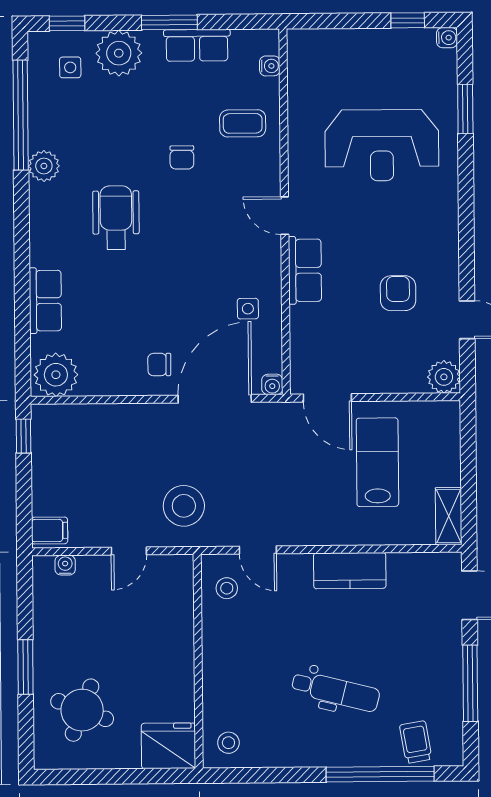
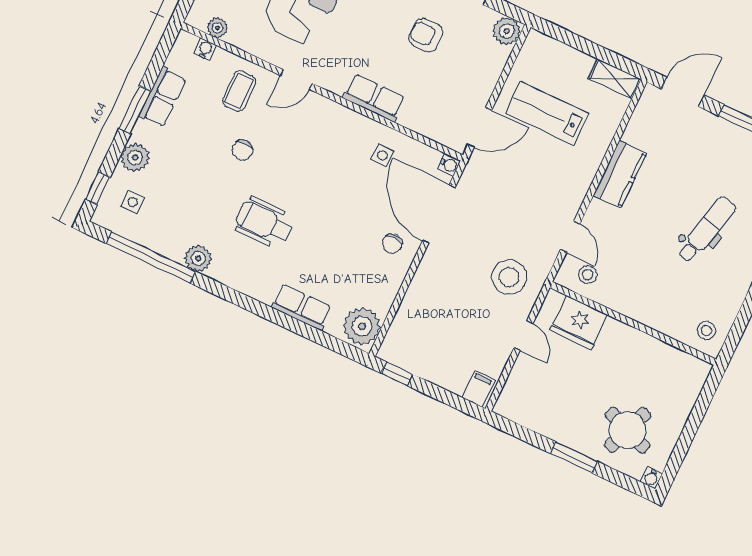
plant: (119, 53) -> (135, 157), width x0.73, depth x0.73
plant: (299, 68) -> (217, 28), added
chair: (182, 157) -> (243, 150), turned 90
door: (285, 216) -> (296, 80), moved
door: (258, 550) -> (570, 237), hinge flipped
water cooler: (65, 565) -> (651, 478), moved, turned -90
fridge: (169, 746) -> (579, 322), moved, turned -90

